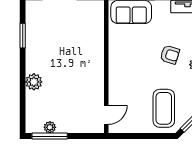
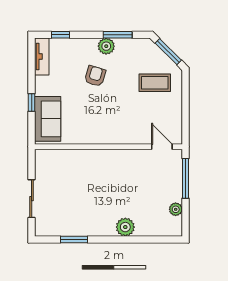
coffee table: (164, 108) -> (155, 83), width x0.73, depth x0.76
window: (50, 136) -> (185, 178), moved

